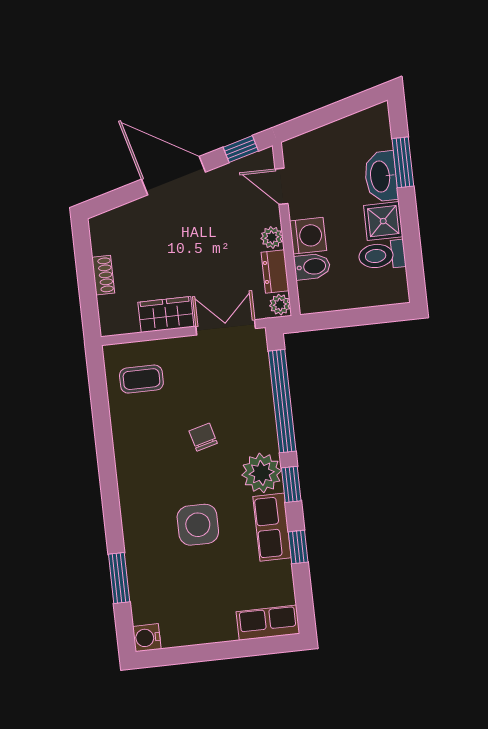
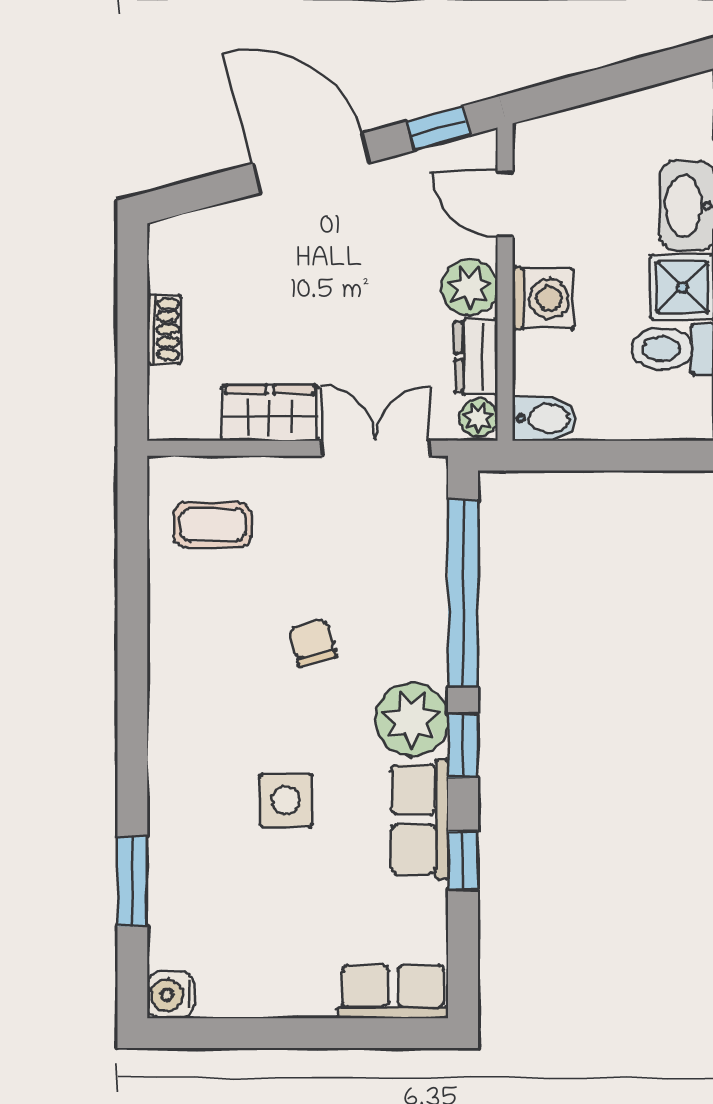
plant: (272, 237) -> (470, 287), width x1.38, depth x1.38
bidet: (312, 267) -> (545, 419), moved
side table: (198, 525) -> (286, 800), width x0.73, depth x0.73

